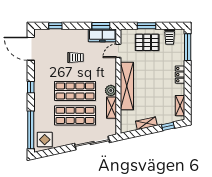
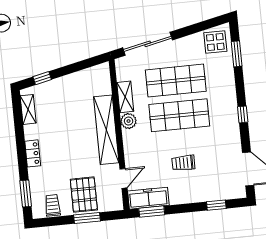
pallet: (147, 42) -> (84, 195), turned 90
window: (188, 47) -> (26, 194), width x0.69
shelving: (146, 123) -> (73, 79), removed
window: (31, 130) -> (237, 54), width x0.47

